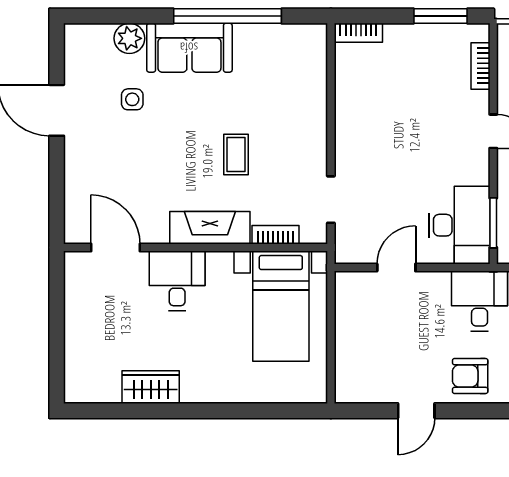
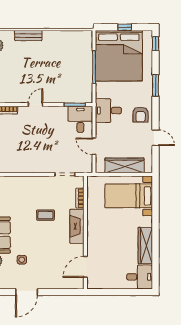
desk: (459, 225) -> (80, 119), width x0.73
desk: (177, 281) -> (140, 277), moved, turned 180
bed with nightstands: (281, 306) -> (129, 196), moved, turned 180
wardrobe: (352, 339) -> (125, 165), added
wardrobe: (151, 387) -> (145, 246), width x1.50

